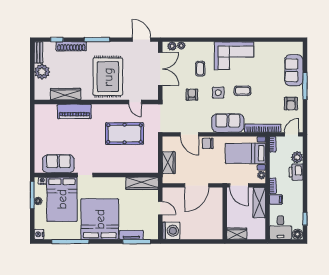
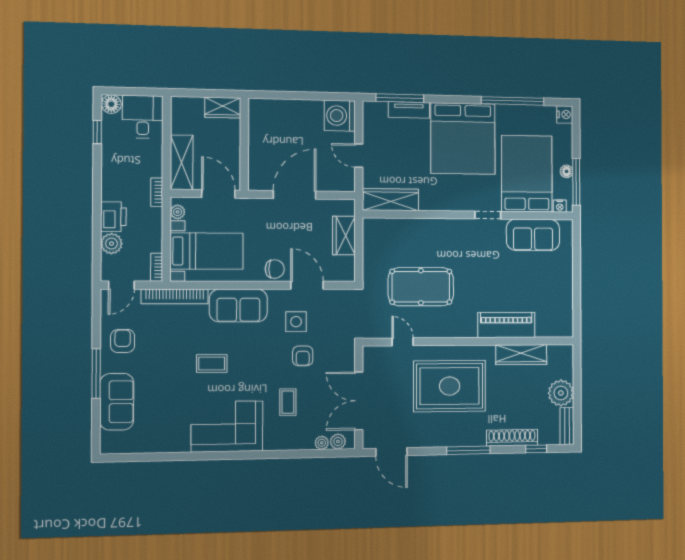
rug: (108, 77) -> (450, 386), turned 90
side table: (218, 93) -> (296, 322), moved
filing cabinet: (276, 199) -> (151, 168), removed

